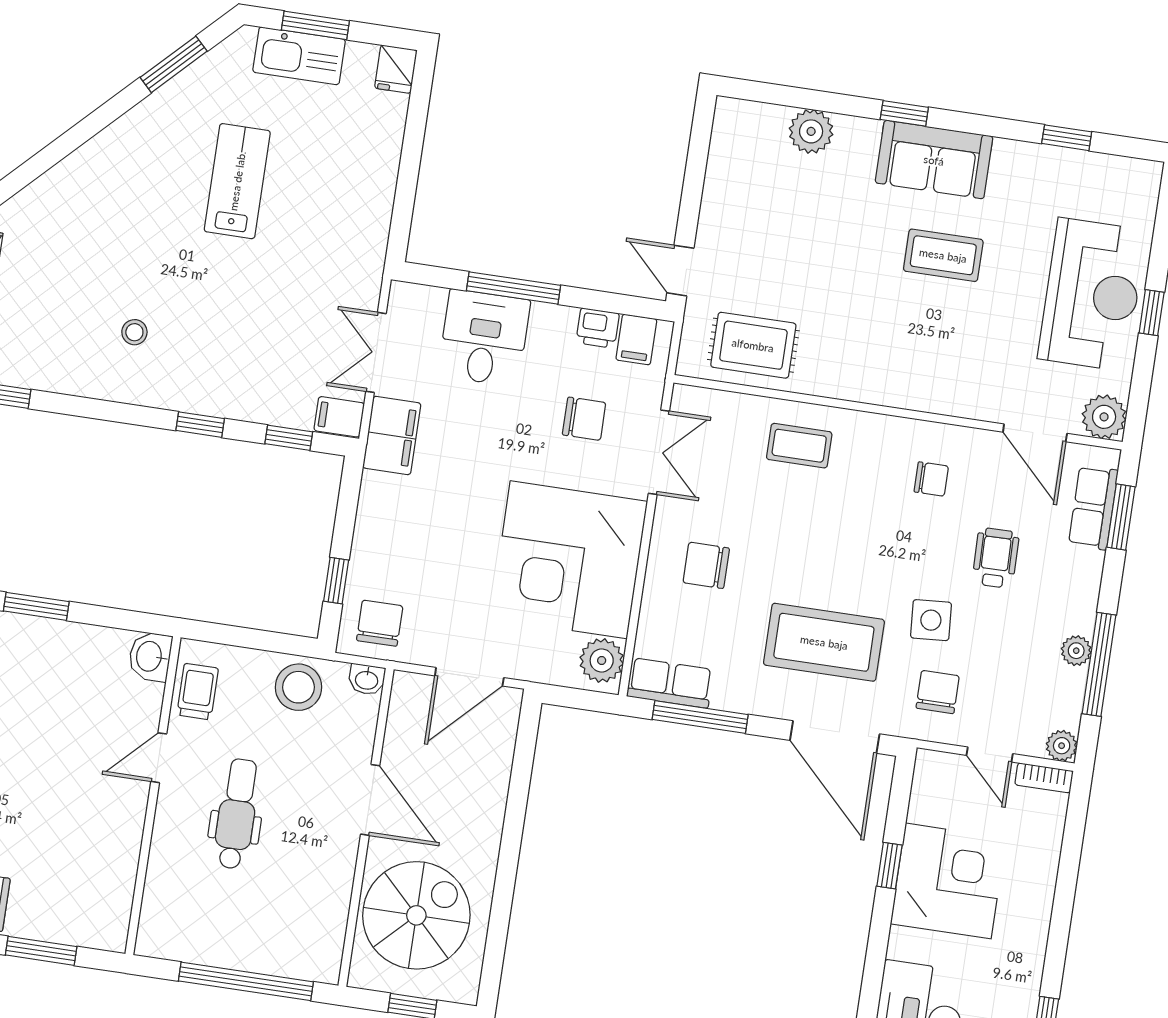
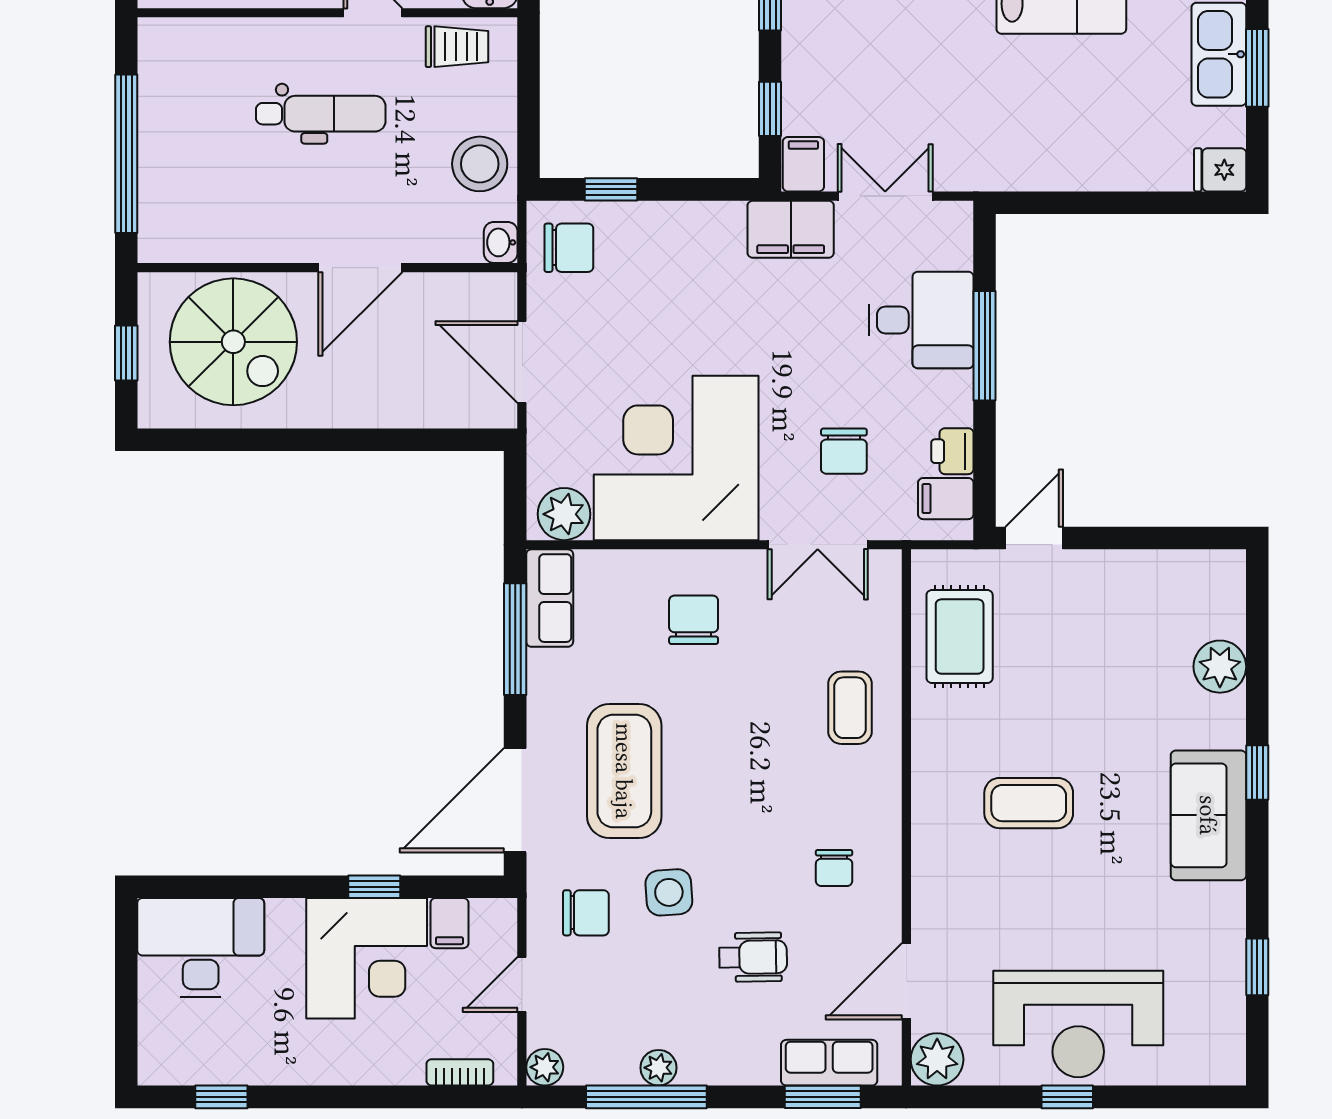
coffee table: (943, 255) -> (1029, 803), moved, turned 90
bookcase: (1044, 778) -> (460, 1072), moved, turned 90
filing cabinet: (929, 807) -> (449, 923), added

